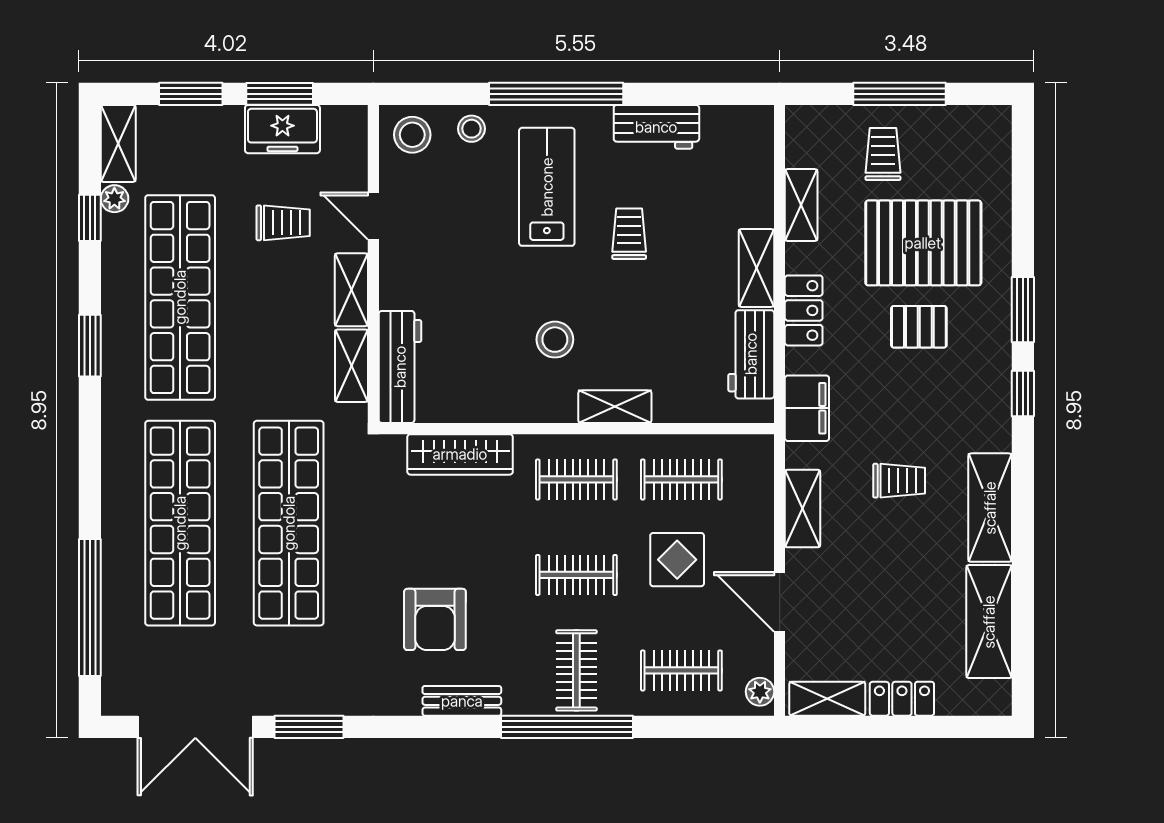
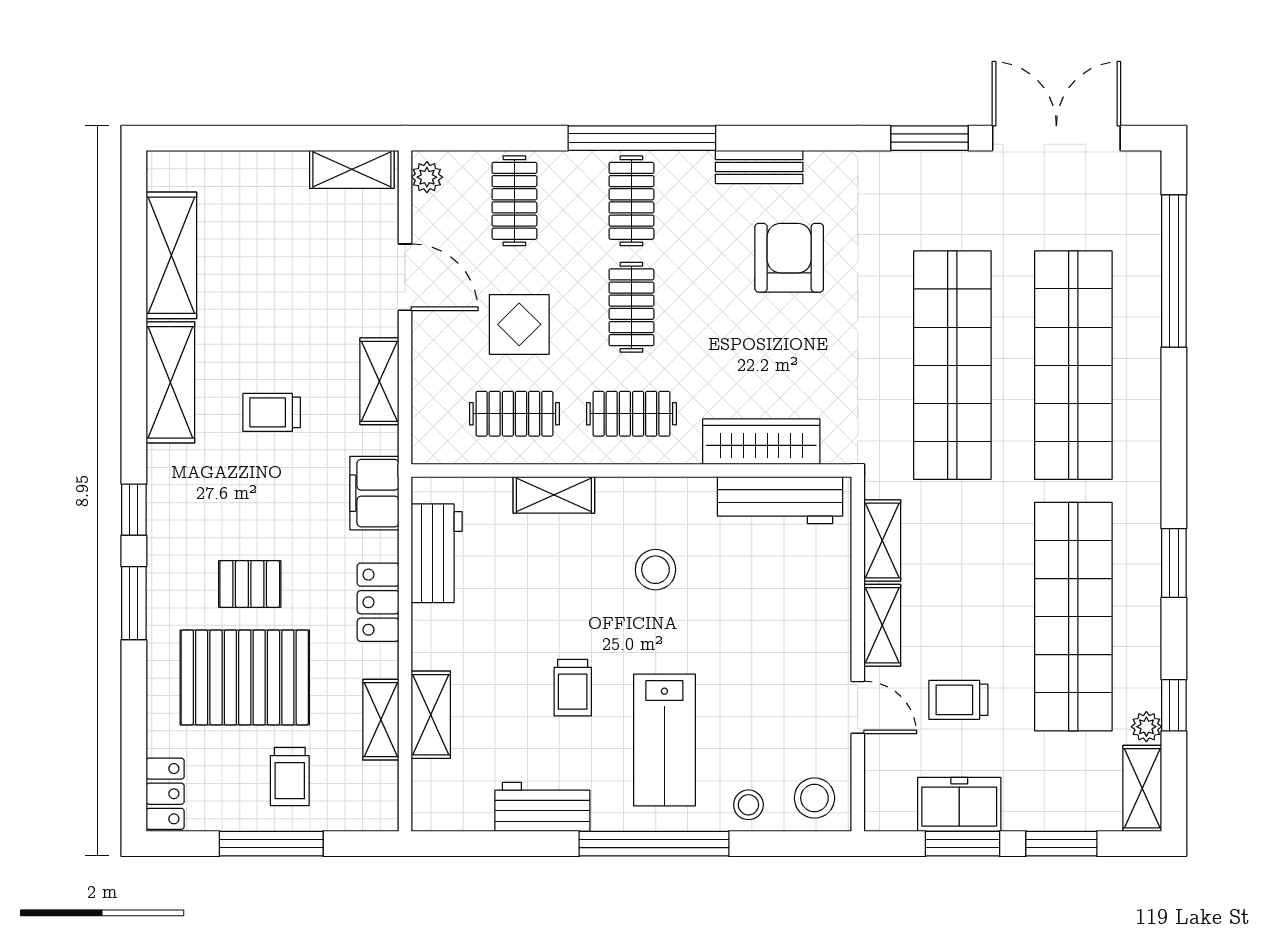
shelving: (756, 268) -> (431, 715), moved
workbench: (400, 367) -> (780, 500), moved, turned -90
shelving: (615, 407) -> (554, 495), moved
clothes rail: (576, 575) -> (631, 307), turned 90
clothes rail: (681, 670) -> (514, 201), turned 90
locker: (902, 699) -> (165, 794), moved, turned -90

